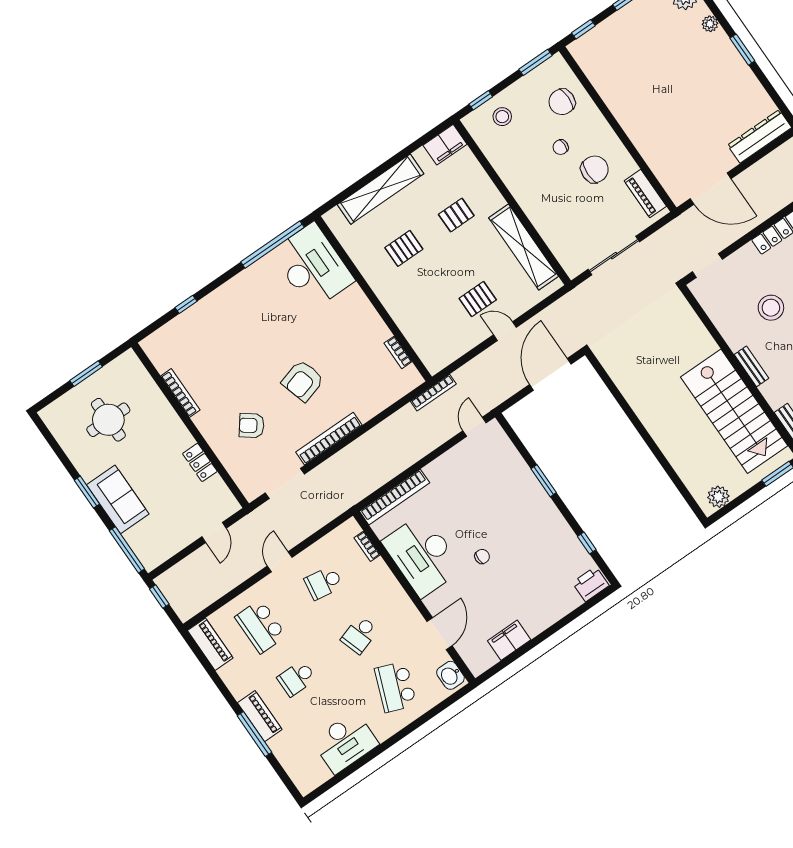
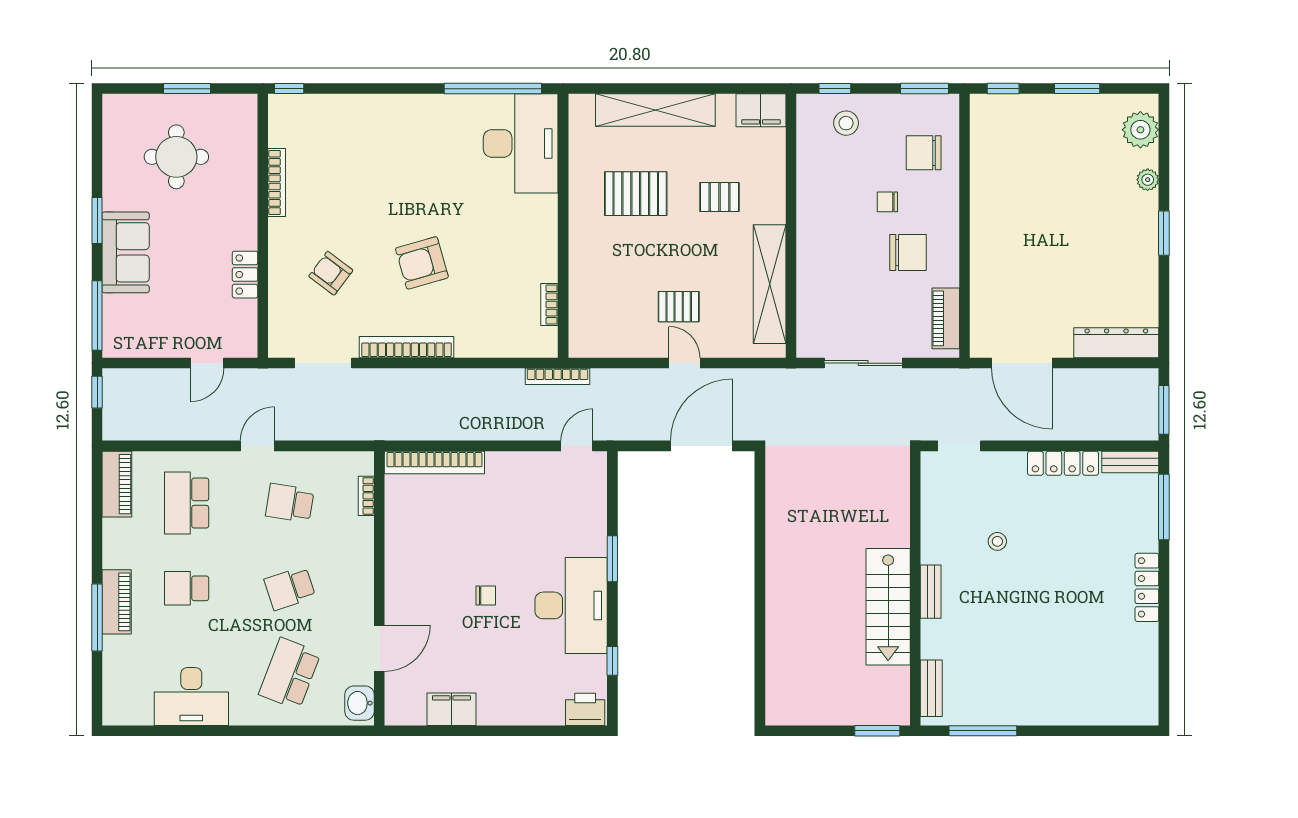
pallet: (404, 248) -> (636, 194), width x1.50, depth x1.42
window: (186, 304) -> (289, 89), moved
stool: (771, 308) -> (997, 541), width x0.53, depth x0.53
stairs: (734, 411) -> (888, 607), width x0.73, depth x0.66
plant: (718, 497) -> (794, 711), removed
desk: (422, 555) -> (571, 605), moved, turned 180

